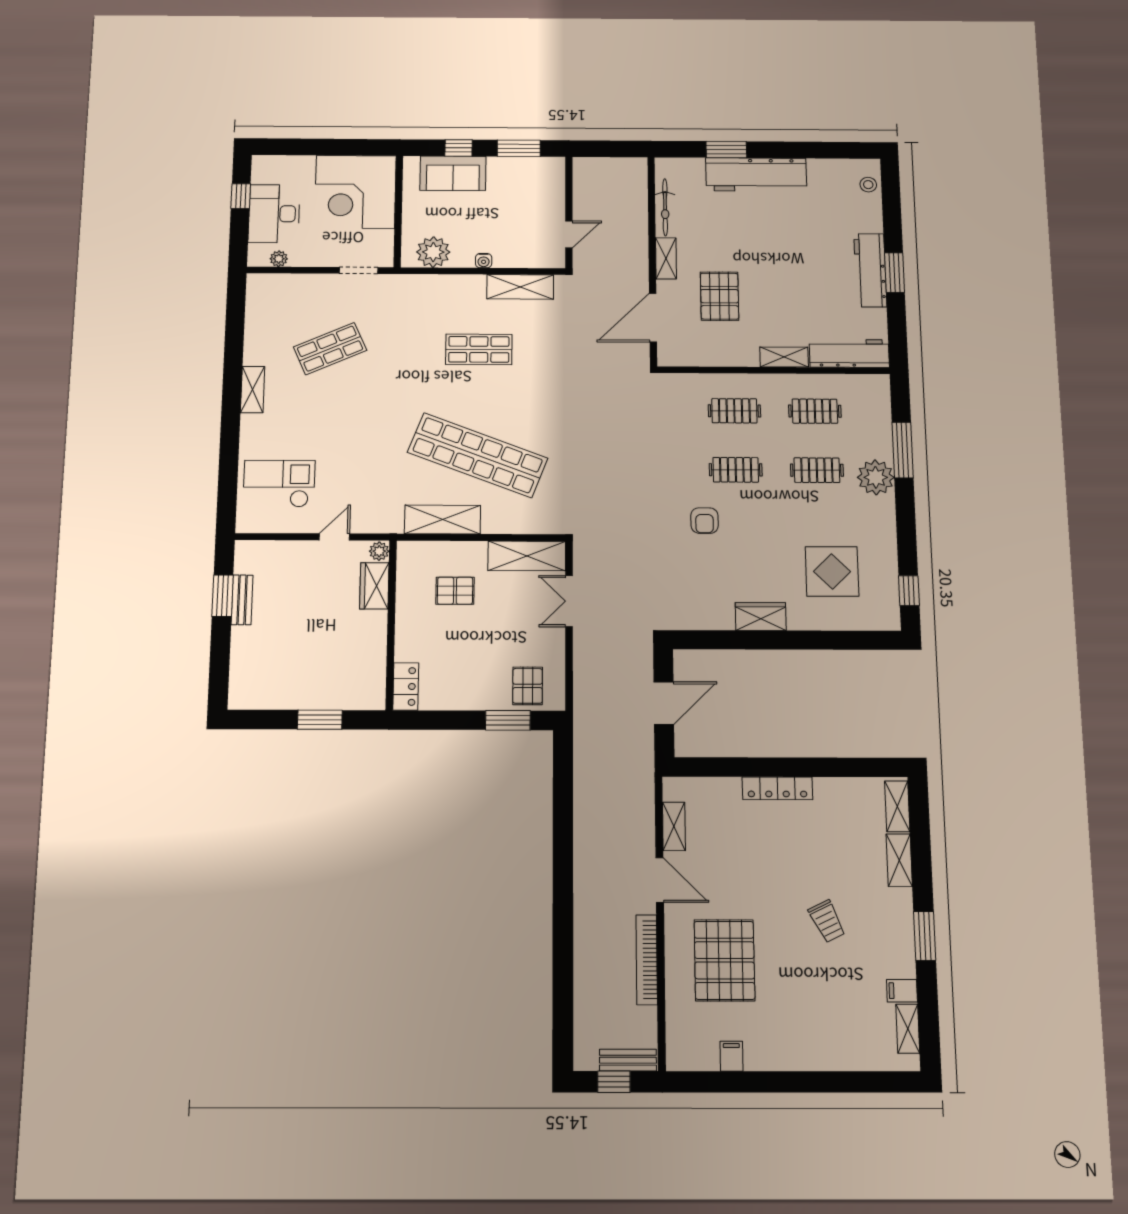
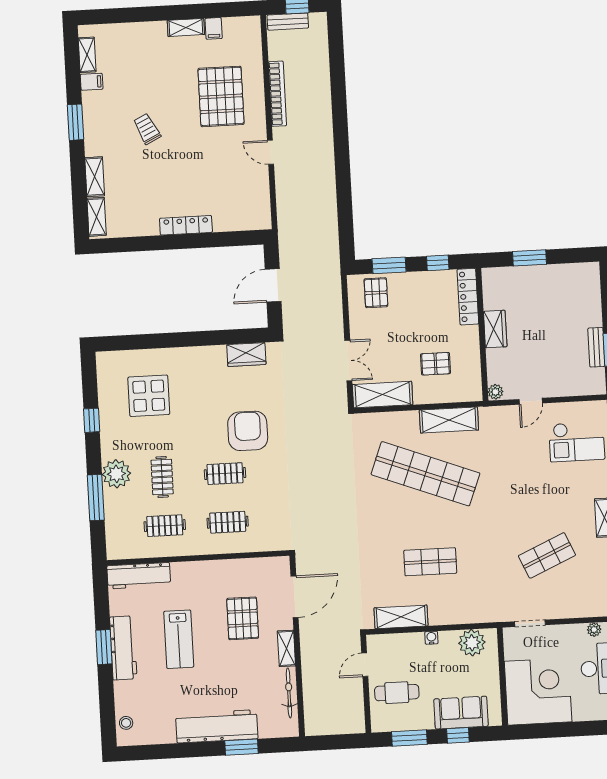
cafe table: (531, 200) -> (397, 693), added
lab bench: (801, 276) -> (179, 639), added
shelving: (784, 357) -> (190, 570), removed
clothes rail: (817, 470) -> (162, 477), turned 90
armchair: (705, 521) -> (248, 431), width x1.88, depth x1.88
wardrobe: (374, 586) -> (495, 329), moved
window: (909, 591) -> (92, 420), moved
wardrobe: (761, 616) -> (246, 355), moved
locker: (406, 686) -> (468, 297), width x1.53
window: (443, 720) -> (438, 263), added
shelving: (674, 826) -> (186, 27), moved, turned 90
door: (660, 880) -> (270, 152), width x0.73

